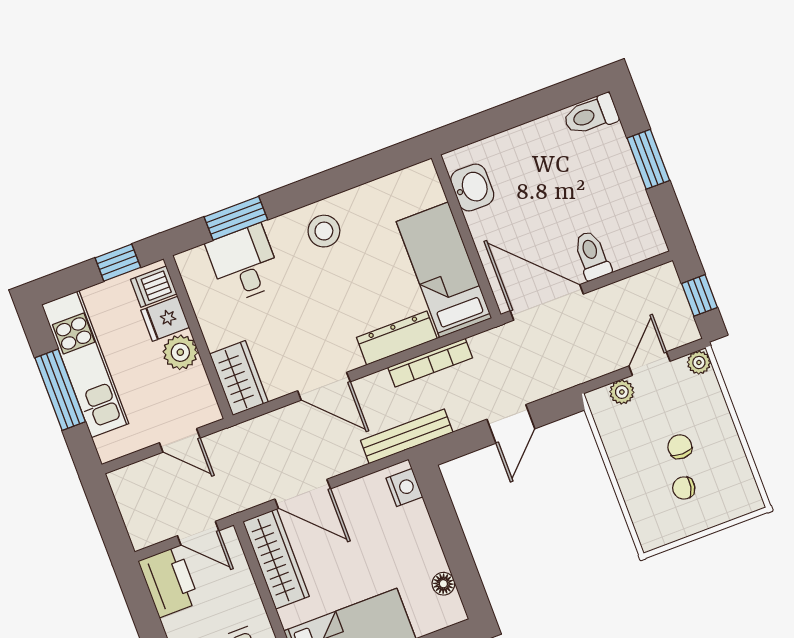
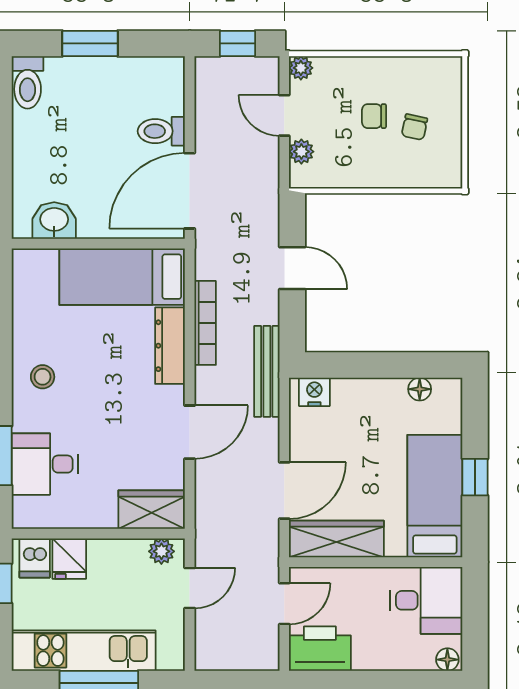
stool: (324, 231) -> (43, 377), width x0.73, depth x0.73
plant: (180, 352) -> (161, 551), moved, width x0.73, depth x0.73

